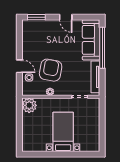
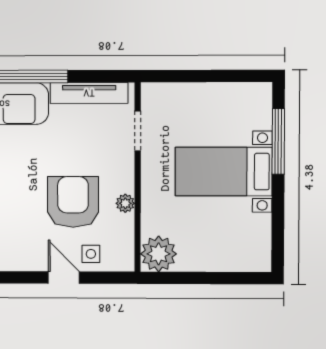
door: (19, 66) -> (64, 278), hinge flipped
armchair: (51, 70) -> (73, 202), turned 80
window: (75, 154) -> (278, 141), added

